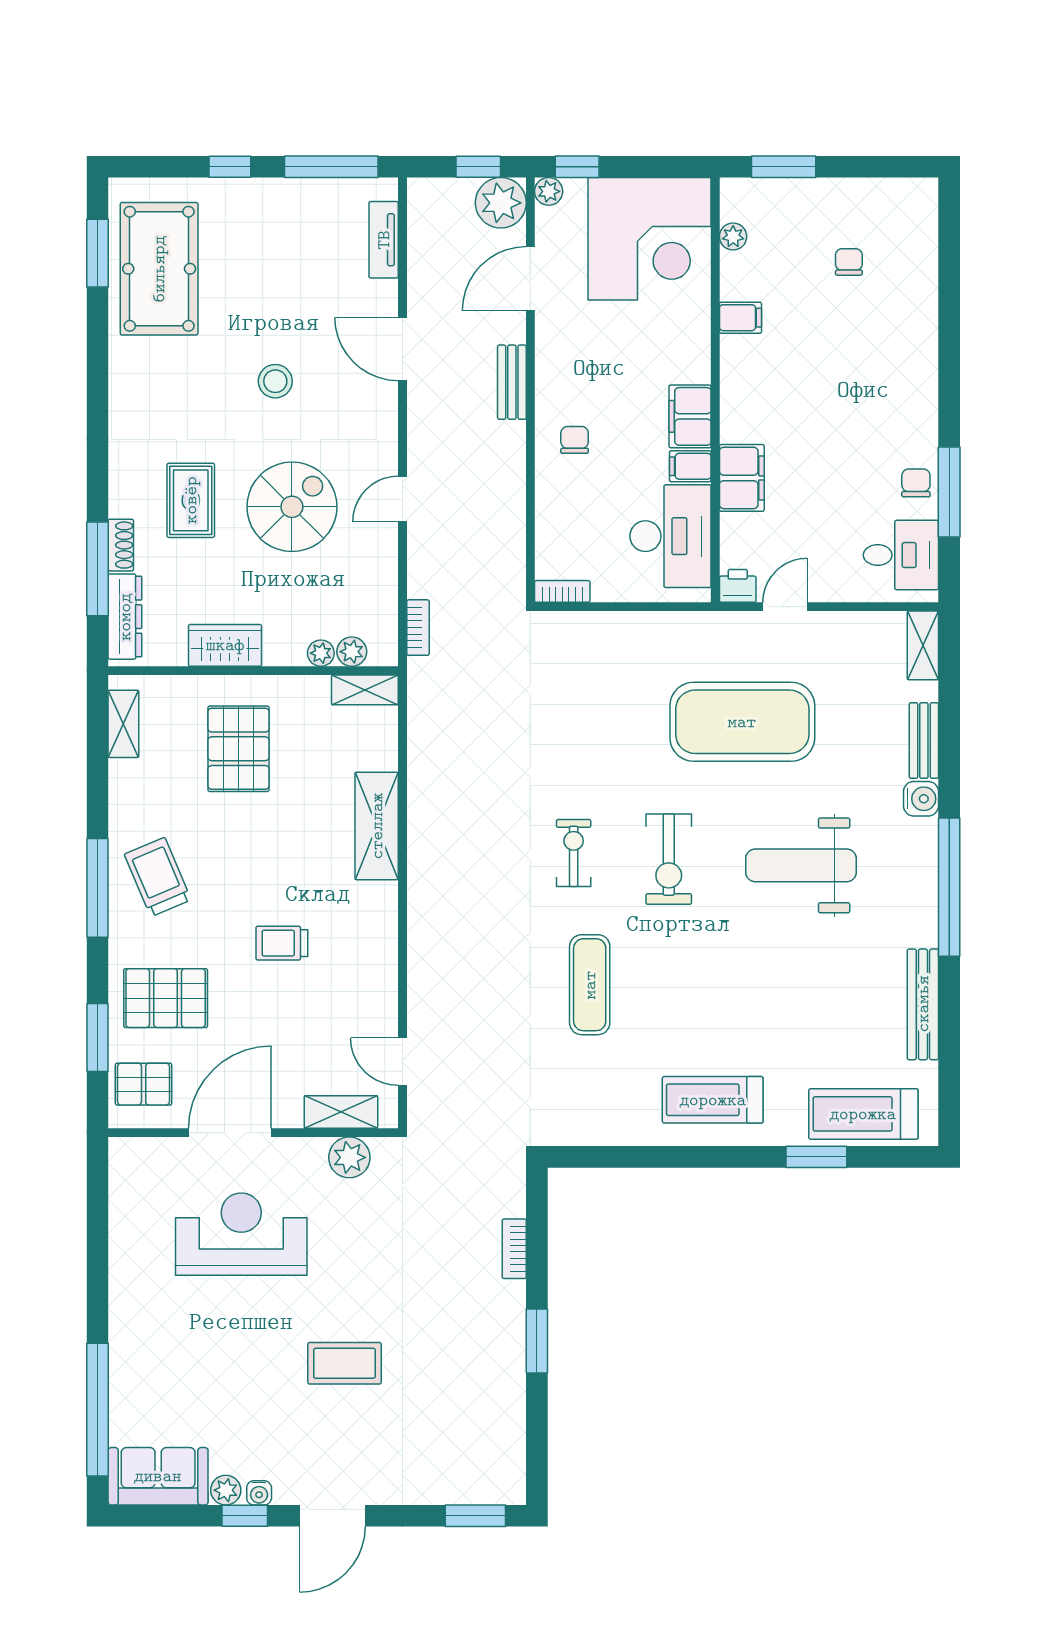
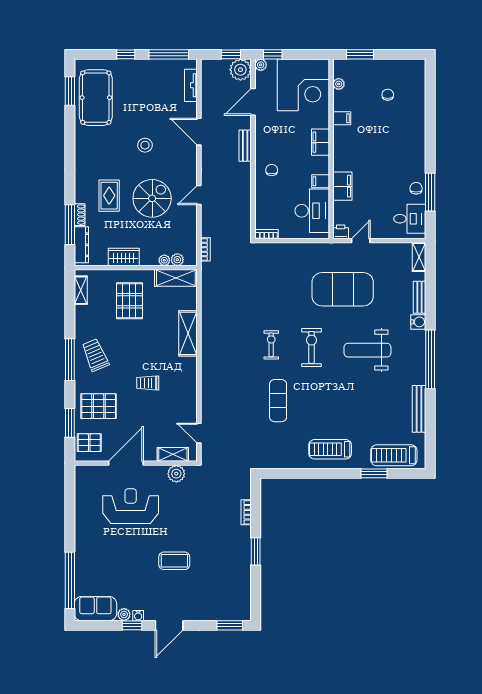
filing cabinet: (690, 416) -> (320, 142), moved
shelving: (365, 690) -> (176, 278), width x1.50, depth x1.33
exercise bike: (669, 859) -> (311, 347), turned 180

